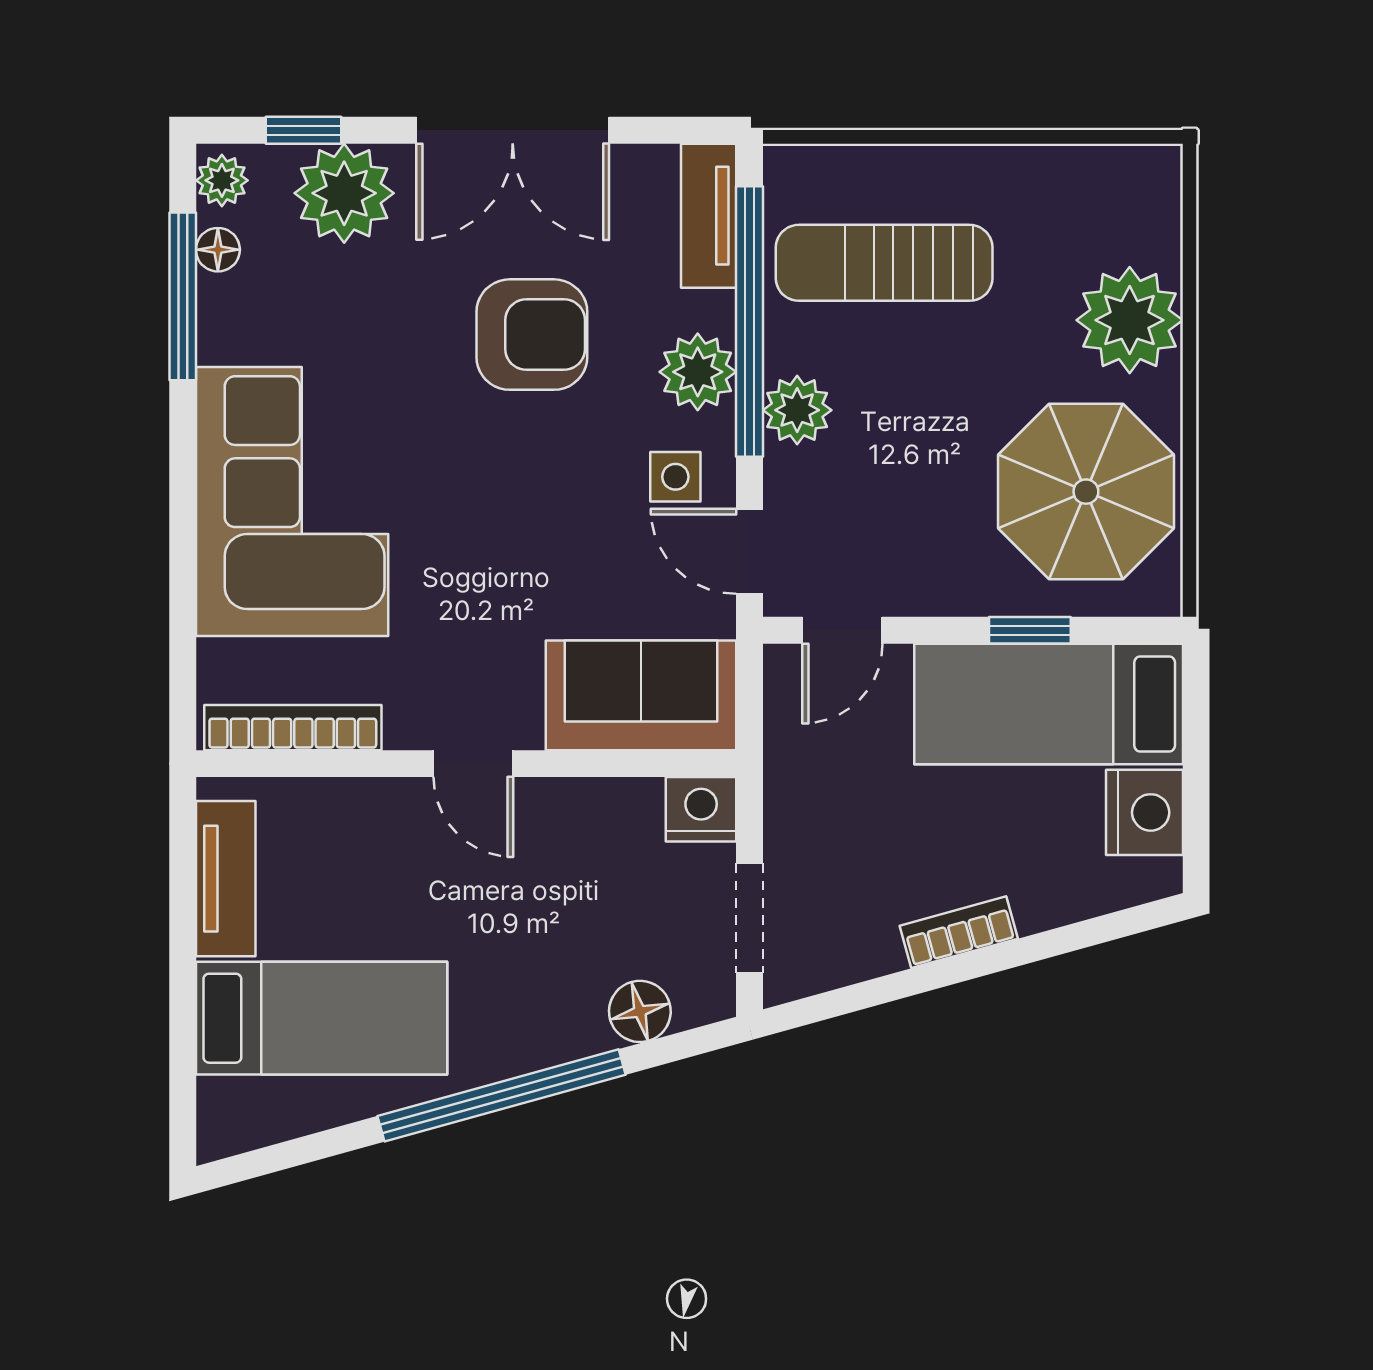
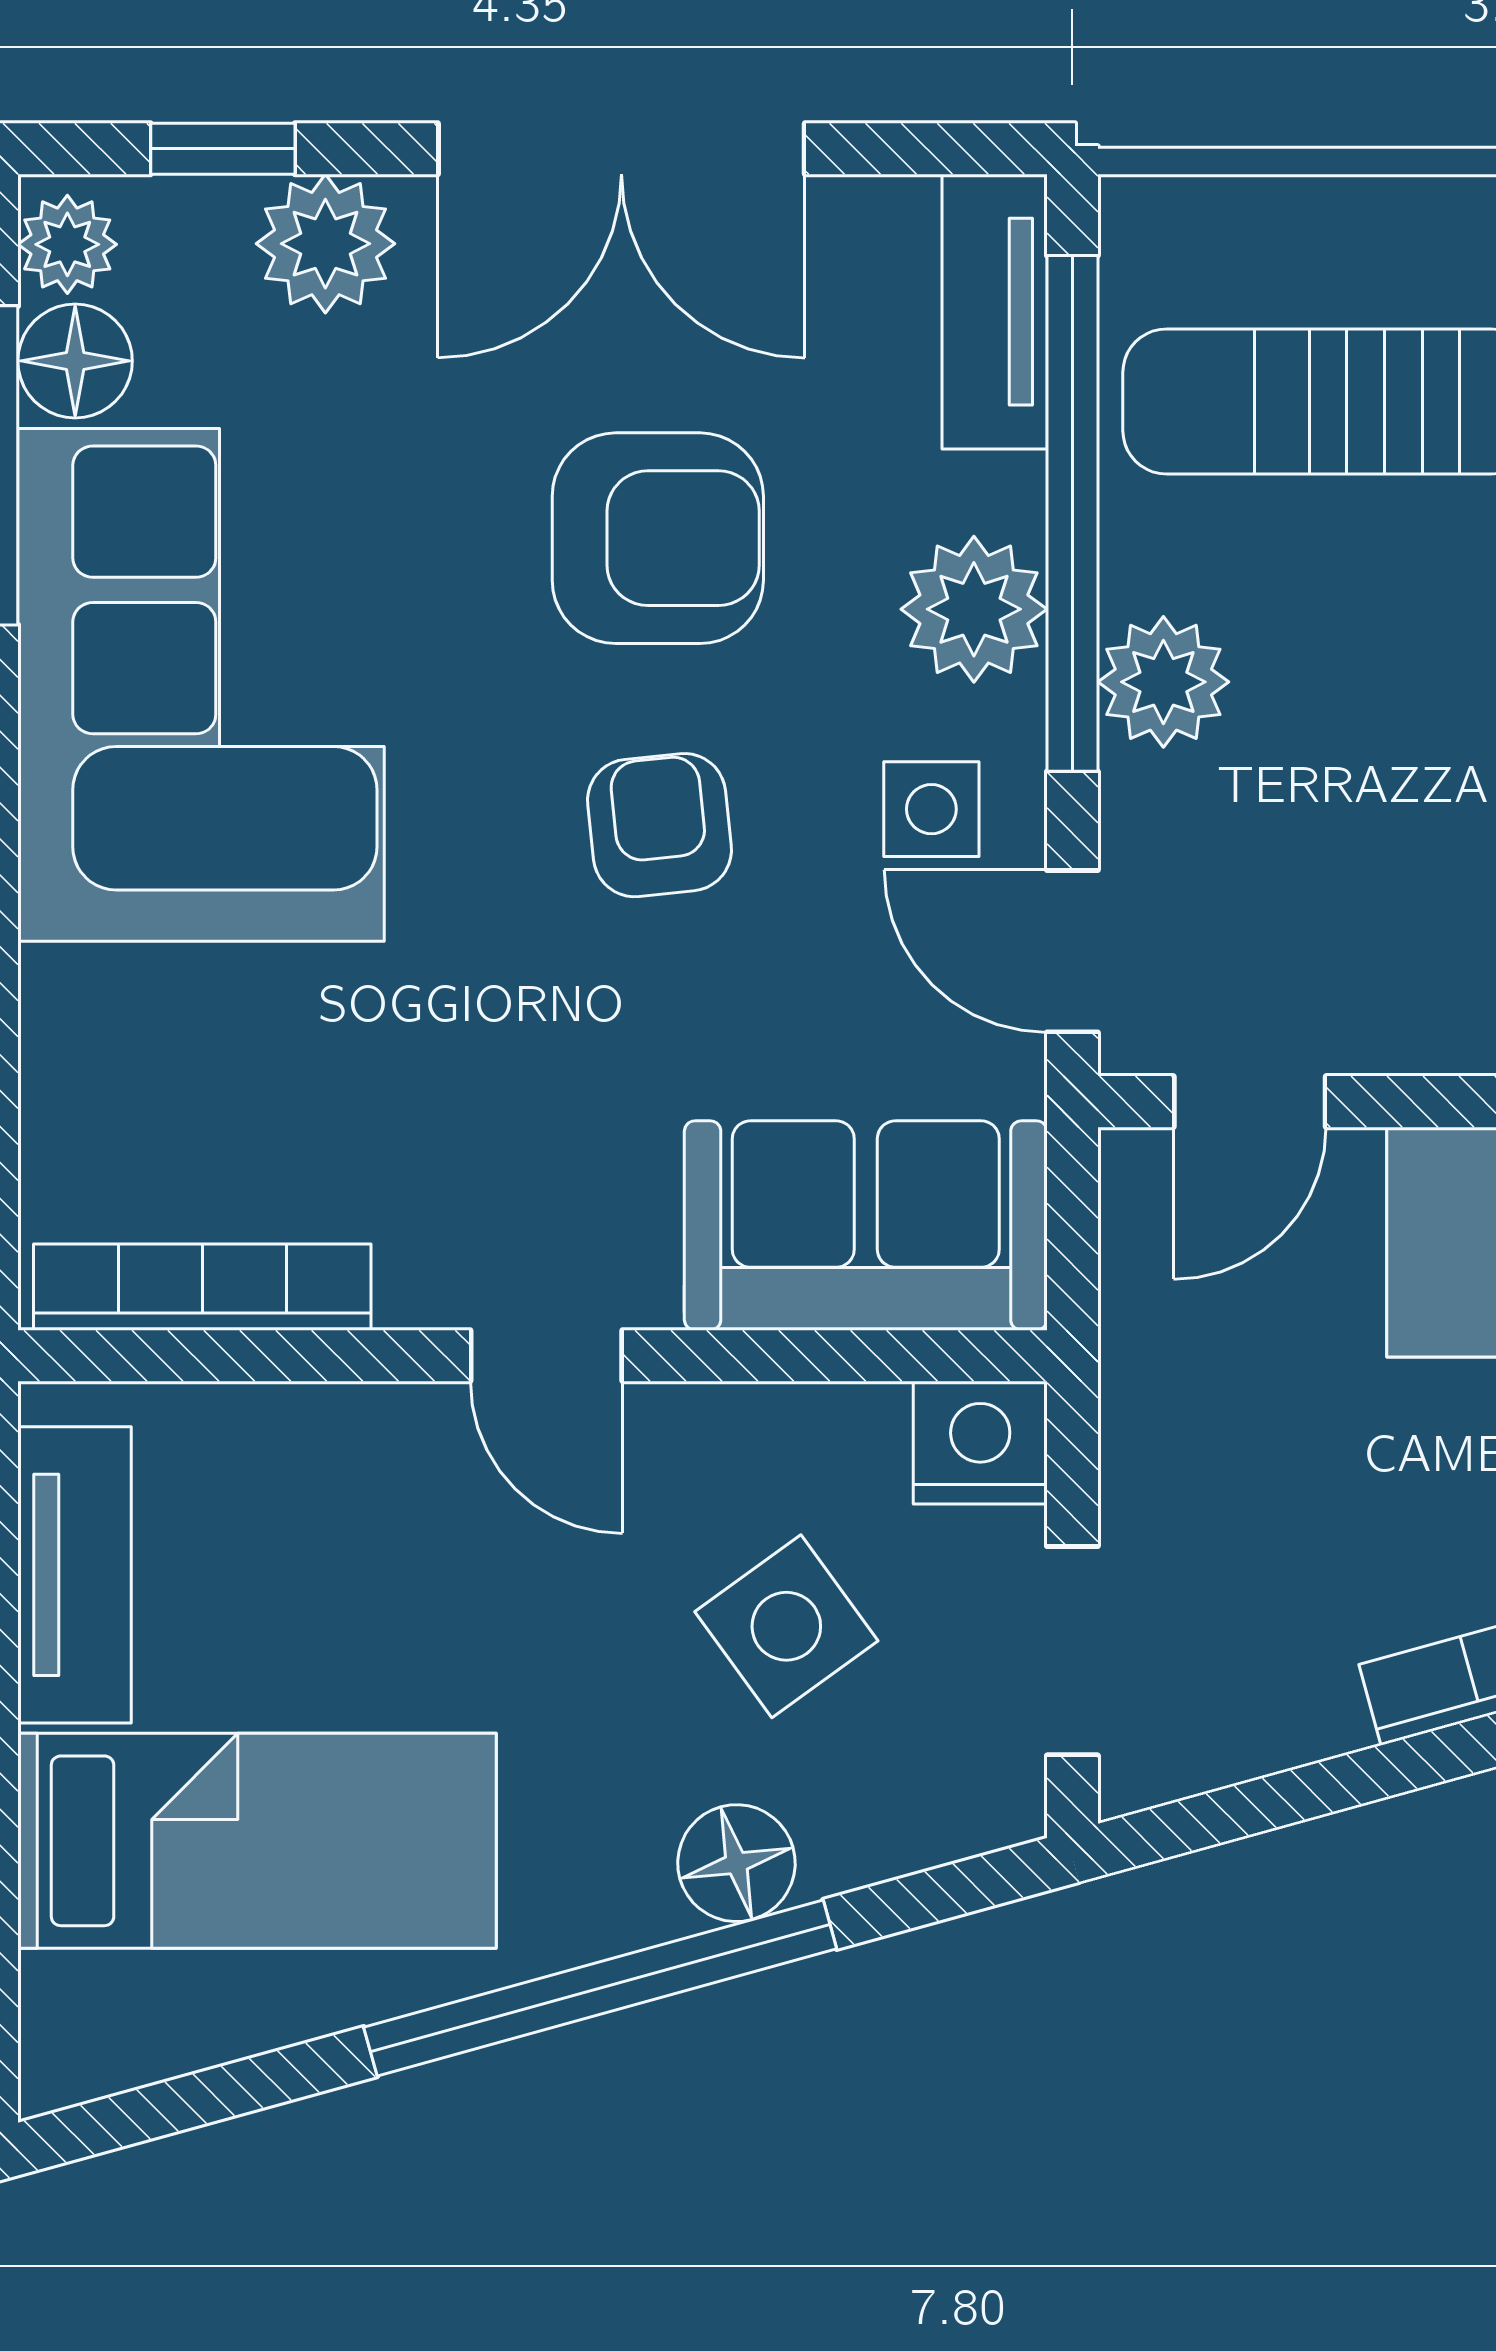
plant: (344, 193) -> (325, 244), width x0.73, depth x0.73
floor lamp: (218, 250) -> (75, 361), width x1.37, depth x1.37
armchair: (533, 485) -> (660, 825), added
corner sofa: (292, 501) -> (201, 685), moved
side table: (599, 906) -> (786, 1626), added
floor lamp: (640, 1011) -> (736, 1863), moved

